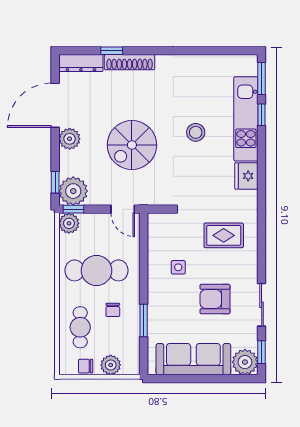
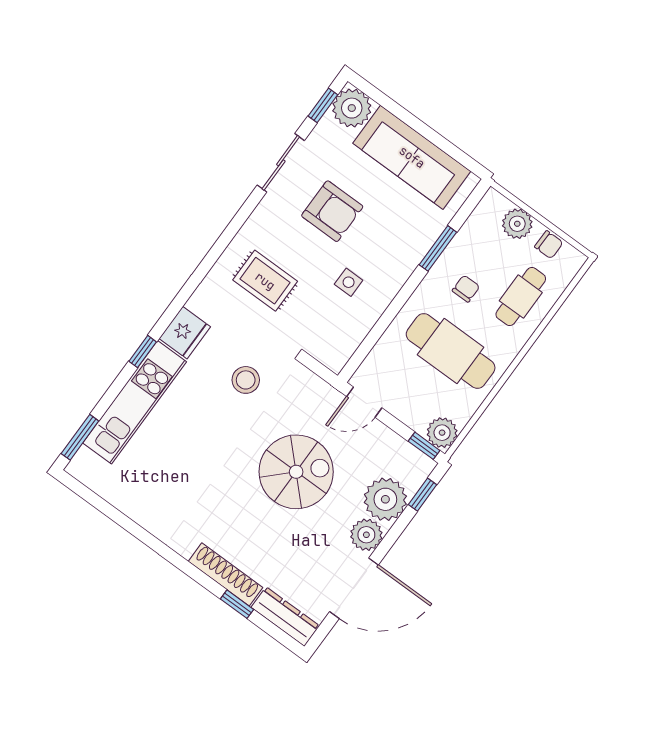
window: (262, 115) -> (143, 352), moved
stool: (196, 132) -> (246, 380), moved
plant: (73, 191) -> (385, 499), moved
door: (123, 209) -> (364, 402), swing flipped

